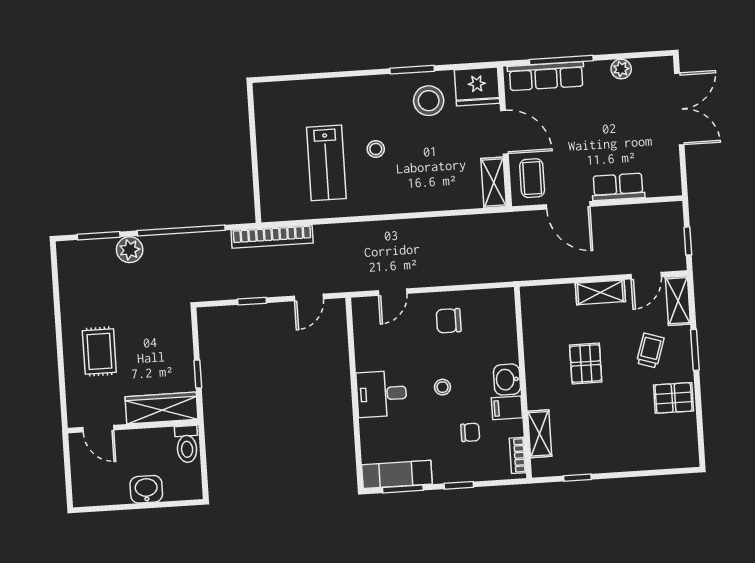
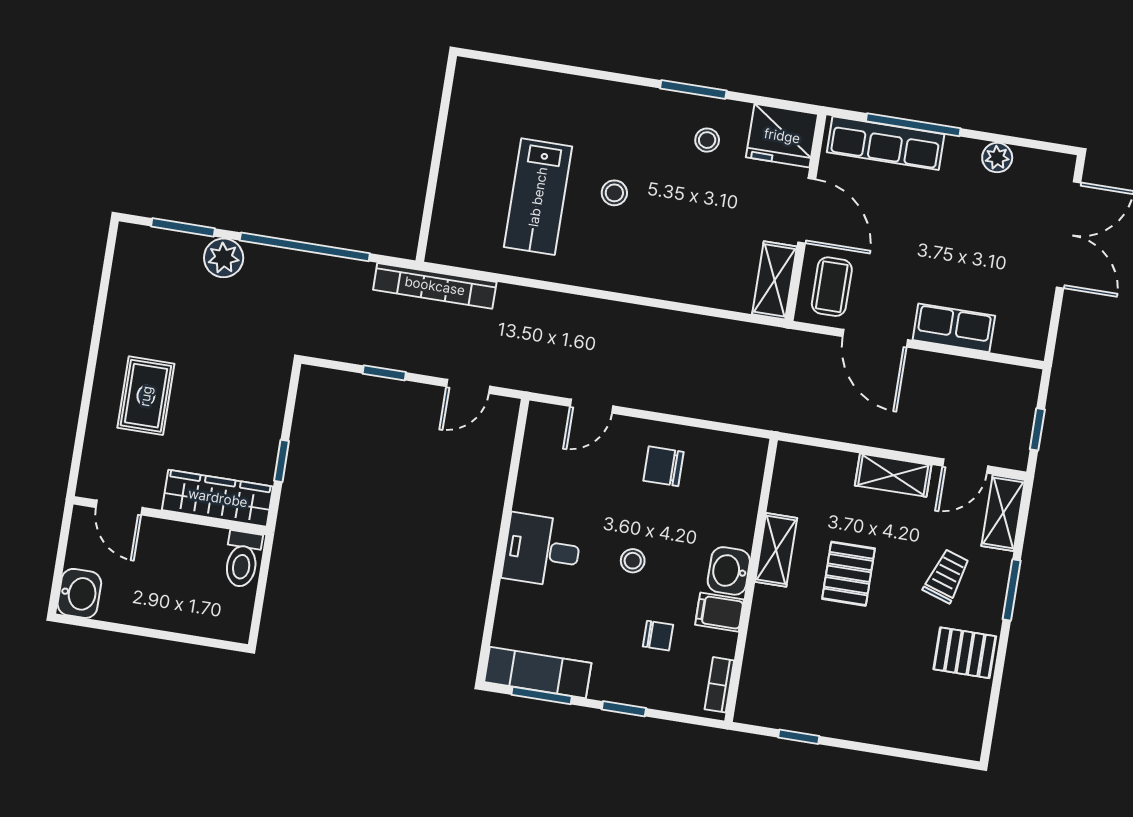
stool: (429, 101) -> (707, 140), width x0.53, depth x0.53
shelving: (540, 434) -> (776, 550), moved
washbasin: (146, 489) -> (79, 593), moved, turned 90

